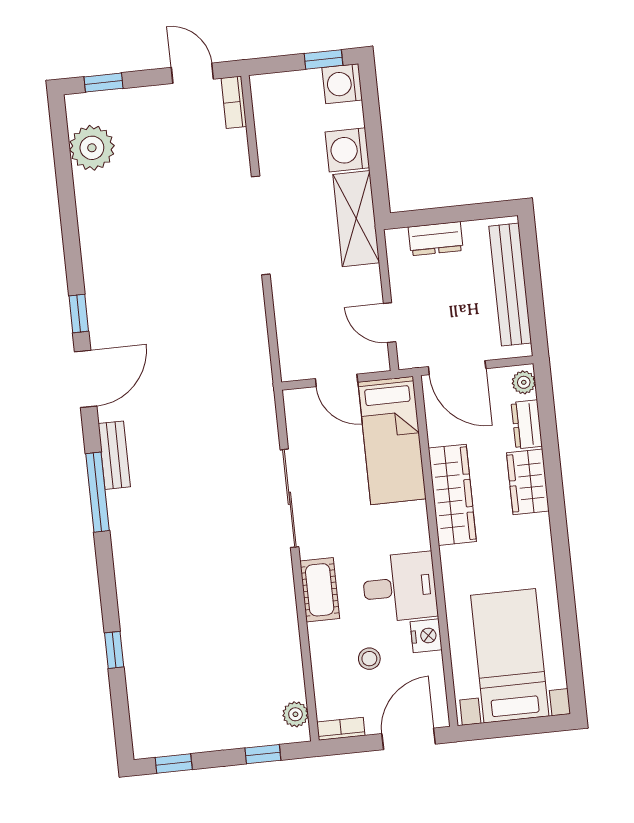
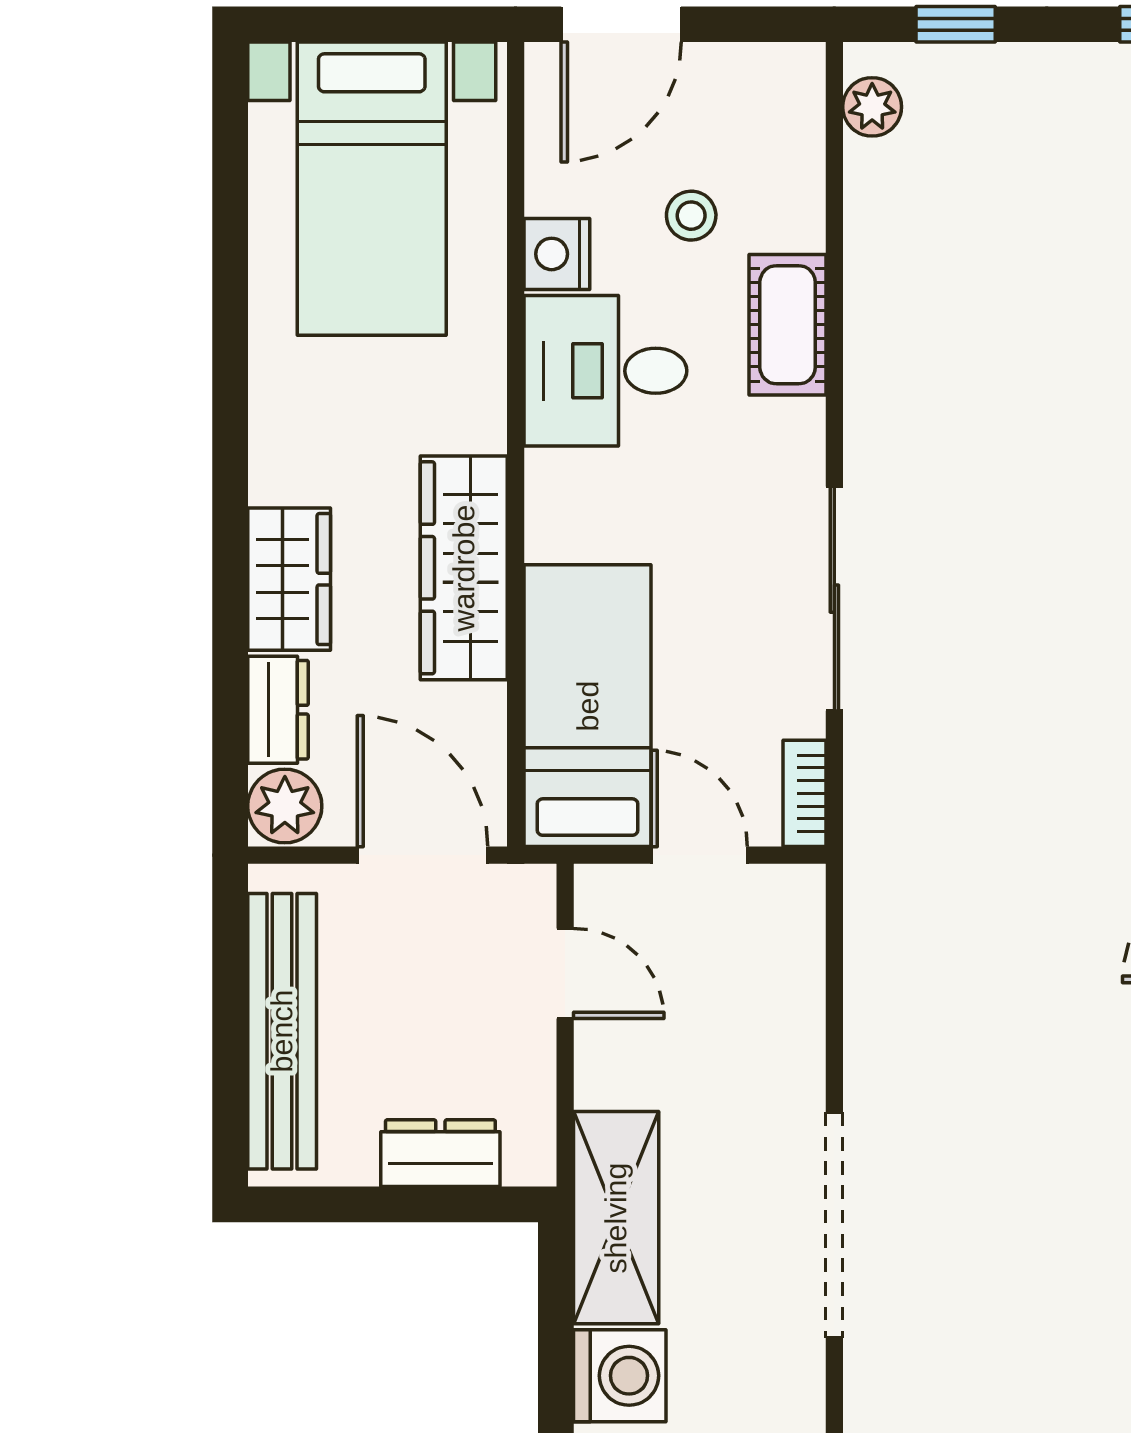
plant: (524, 382) -> (285, 806), width x1.38, depth x1.38
cot: (320, 590) -> (788, 325), moved
bookcase: (341, 729) -> (805, 793), moved, turned 90

